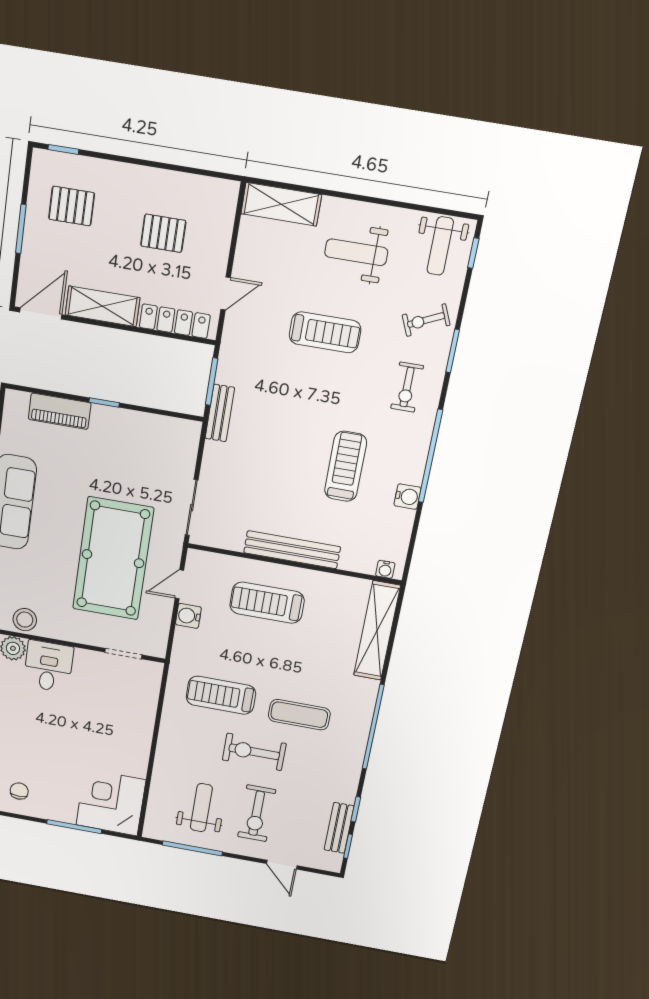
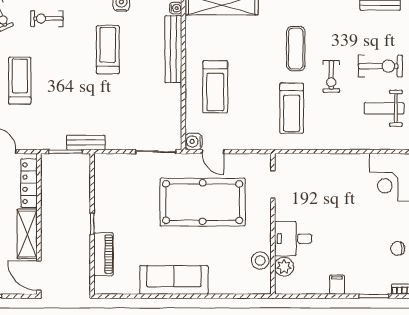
exercise bike: (407, 387) -> (47, 19), turned 180
treadmill: (346, 466) -> (108, 50), turned 90
bench: (292, 550) -> (173, 49), moved
water cooler: (188, 616) -> (193, 141), moved, turned 90
exercise bike: (254, 752) -> (331, 76), width x0.73, depth x0.72

